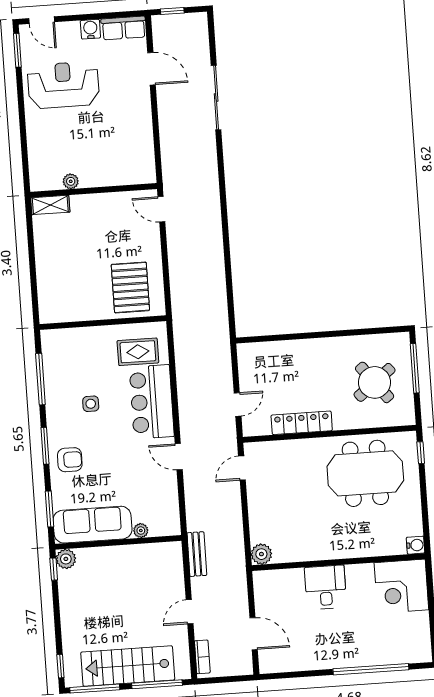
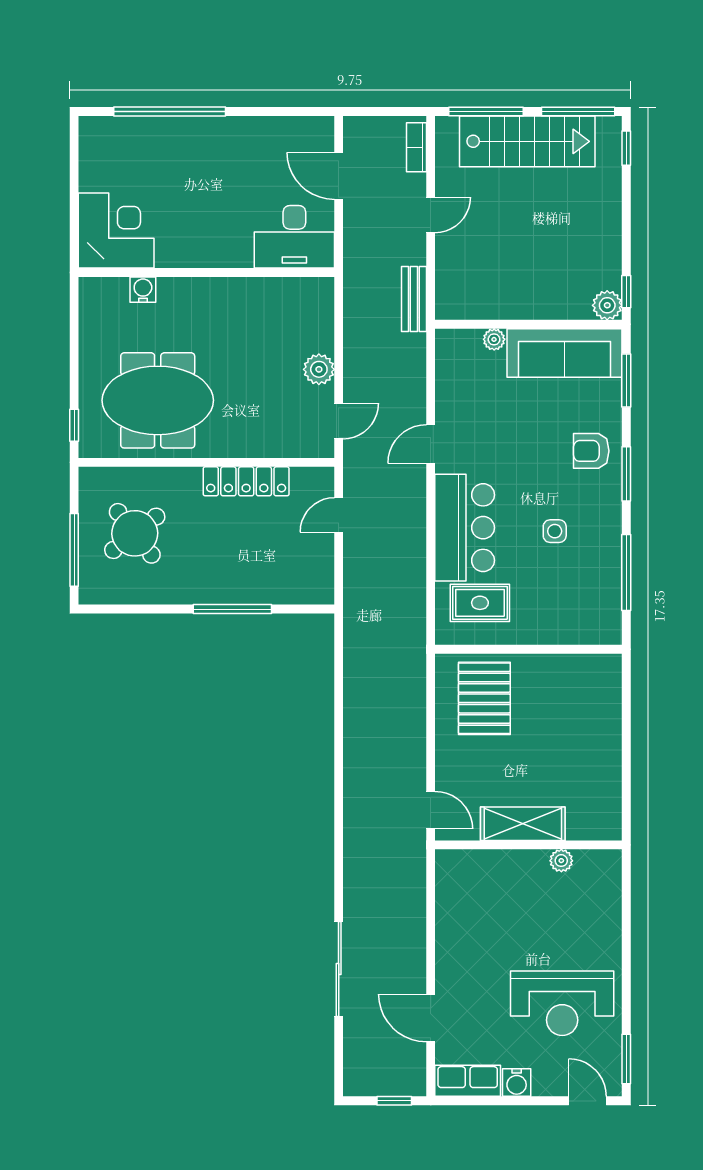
shelving: (50, 205) -> (523, 824), moved, width x1.50, depth x1.33
window: (305, 336) -> (232, 609), added
door: (179, 457) -> (431, 444), swing flipped
water cooler: (416, 545) -> (143, 290), moved, turned 90
plant: (261, 554) -> (319, 369), moved
desk: (325, 587) -> (294, 237), moved, width x1.37

